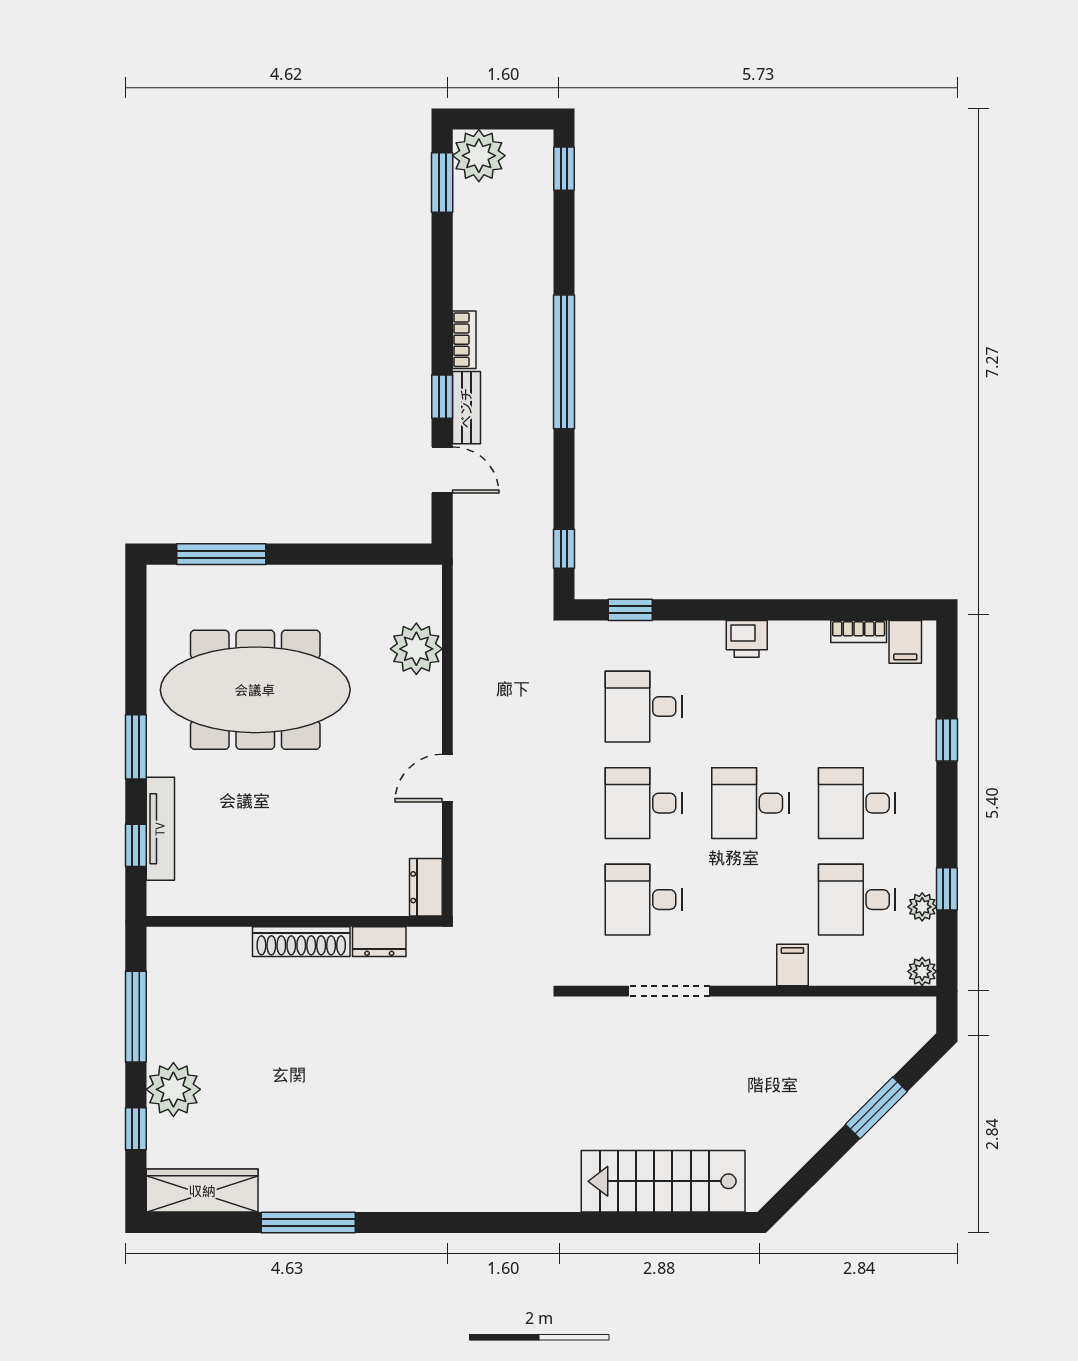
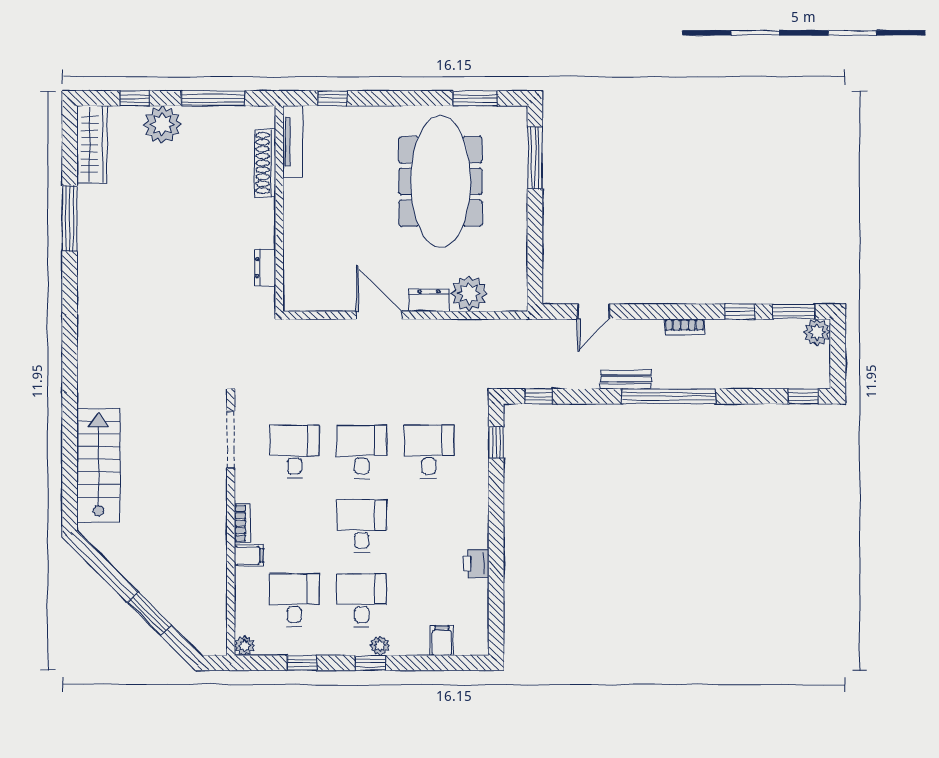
plant: (479, 156) -> (817, 332), width x0.73, depth x0.73
window: (442, 397) -> (740, 312), moved
bench: (466, 408) -> (626, 379), moved
bookcase: (859, 631) -> (242, 523), moved, turned 180
printer: (747, 639) -> (476, 564), moved
filing cabinet: (905, 642) -> (442, 641), moved, turned 90
window: (947, 740) -> (370, 663), moved
window: (136, 747) -> (475, 98), moved
door: (447, 778) -> (379, 315), width x1.38
tv unit: (160, 829) -> (293, 142), moved, turned -90
dresser: (426, 887) -> (429, 300), moved
plant: (922, 907) -> (380, 646), moved
shoe rack: (301, 942) -> (265, 163), moved
doorway: (669, 991) -> (231, 440), moved

